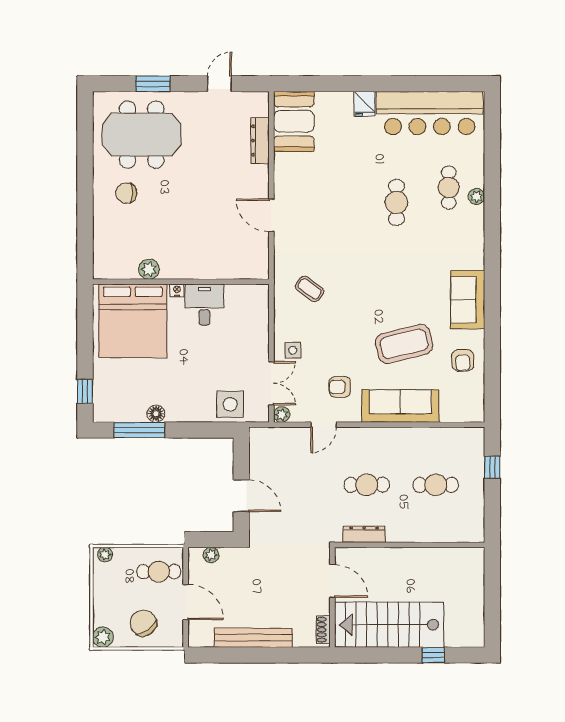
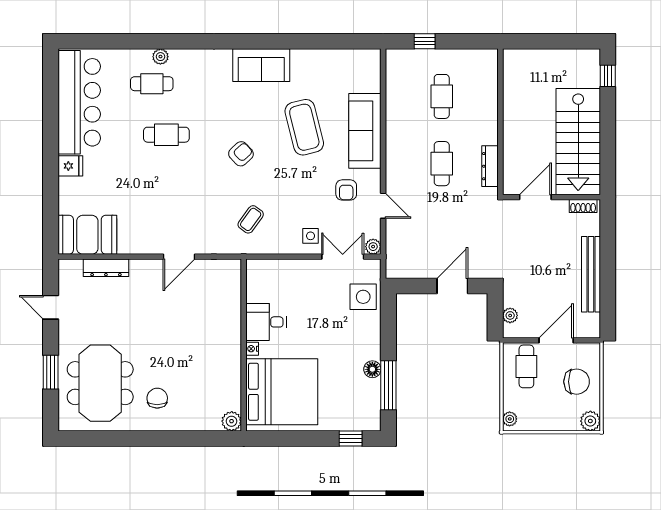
chair: (126, 193) -> (157, 398), turned 180
plant: (149, 269) -> (232, 421), moved
armchair: (463, 360) -> (241, 154), moved, turned -41
chair: (143, 623) -> (577, 382), turned -144
window: (433, 655) -> (608, 76), moved

